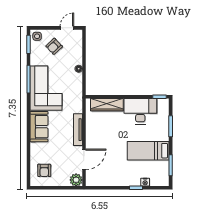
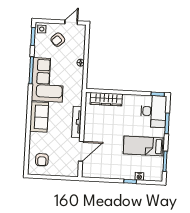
desk: (140, 111) -> (154, 111), moved, turned 90
plant: (76, 180) -> (72, 171), removed

